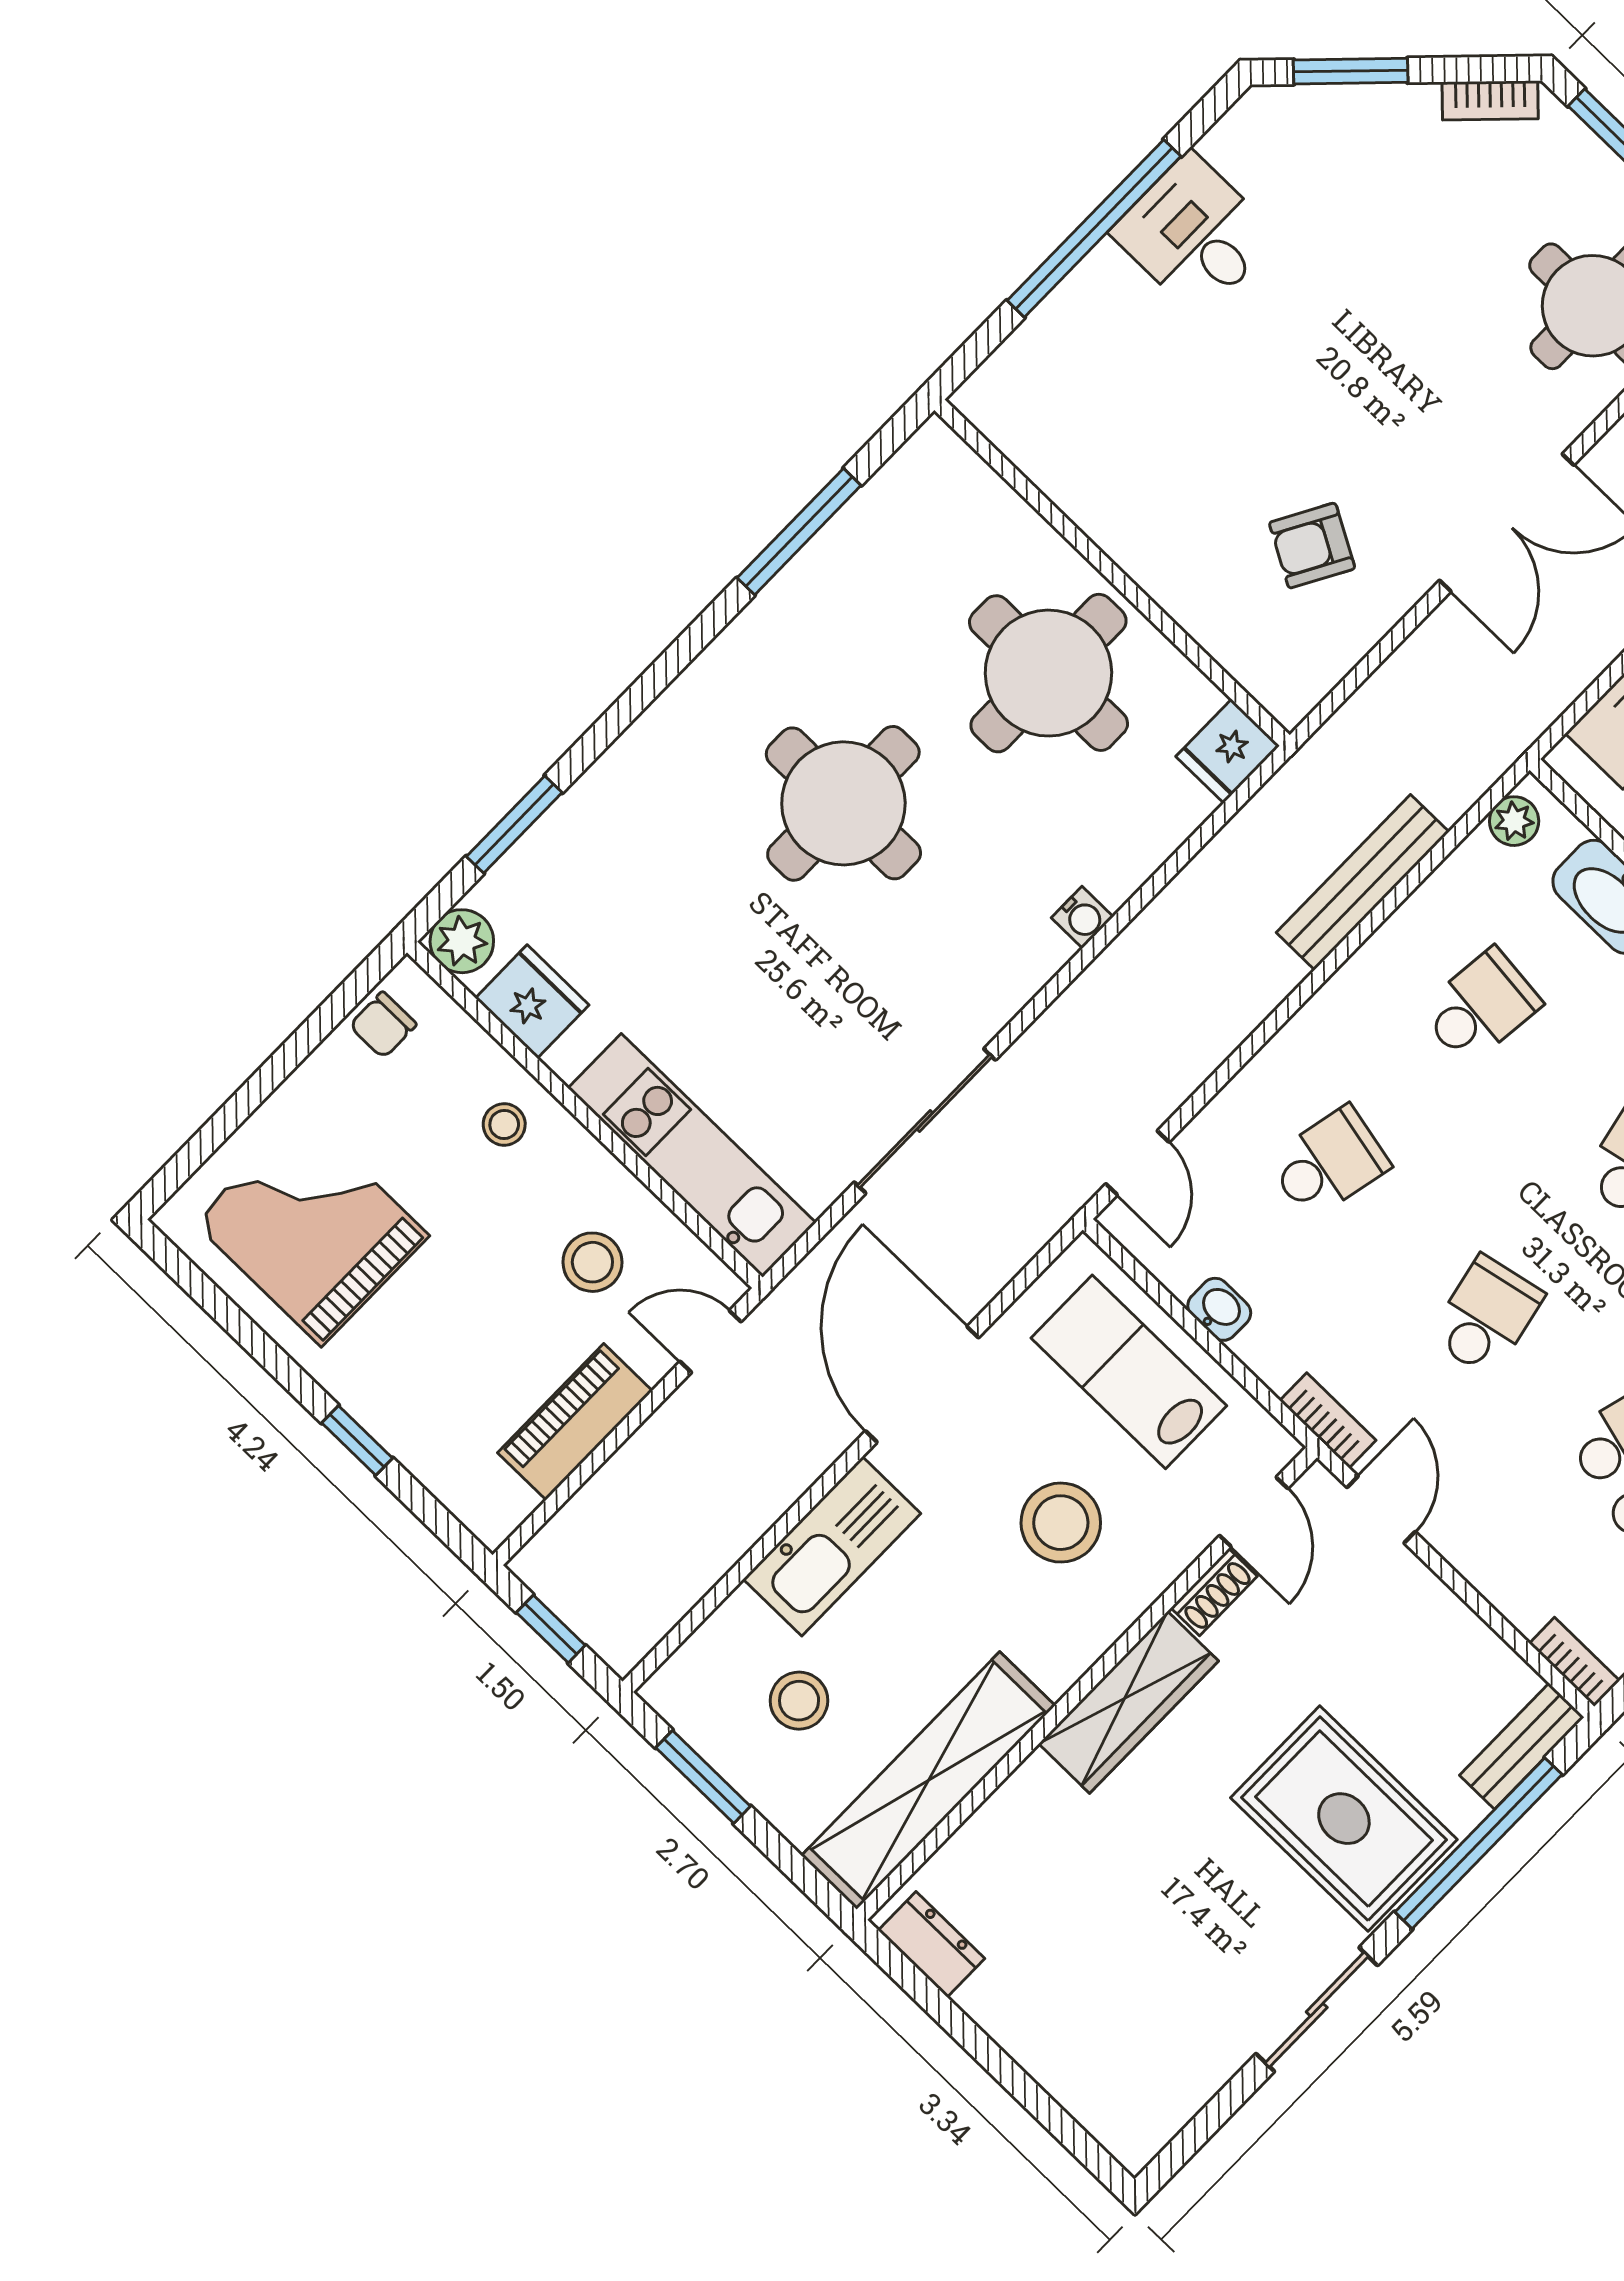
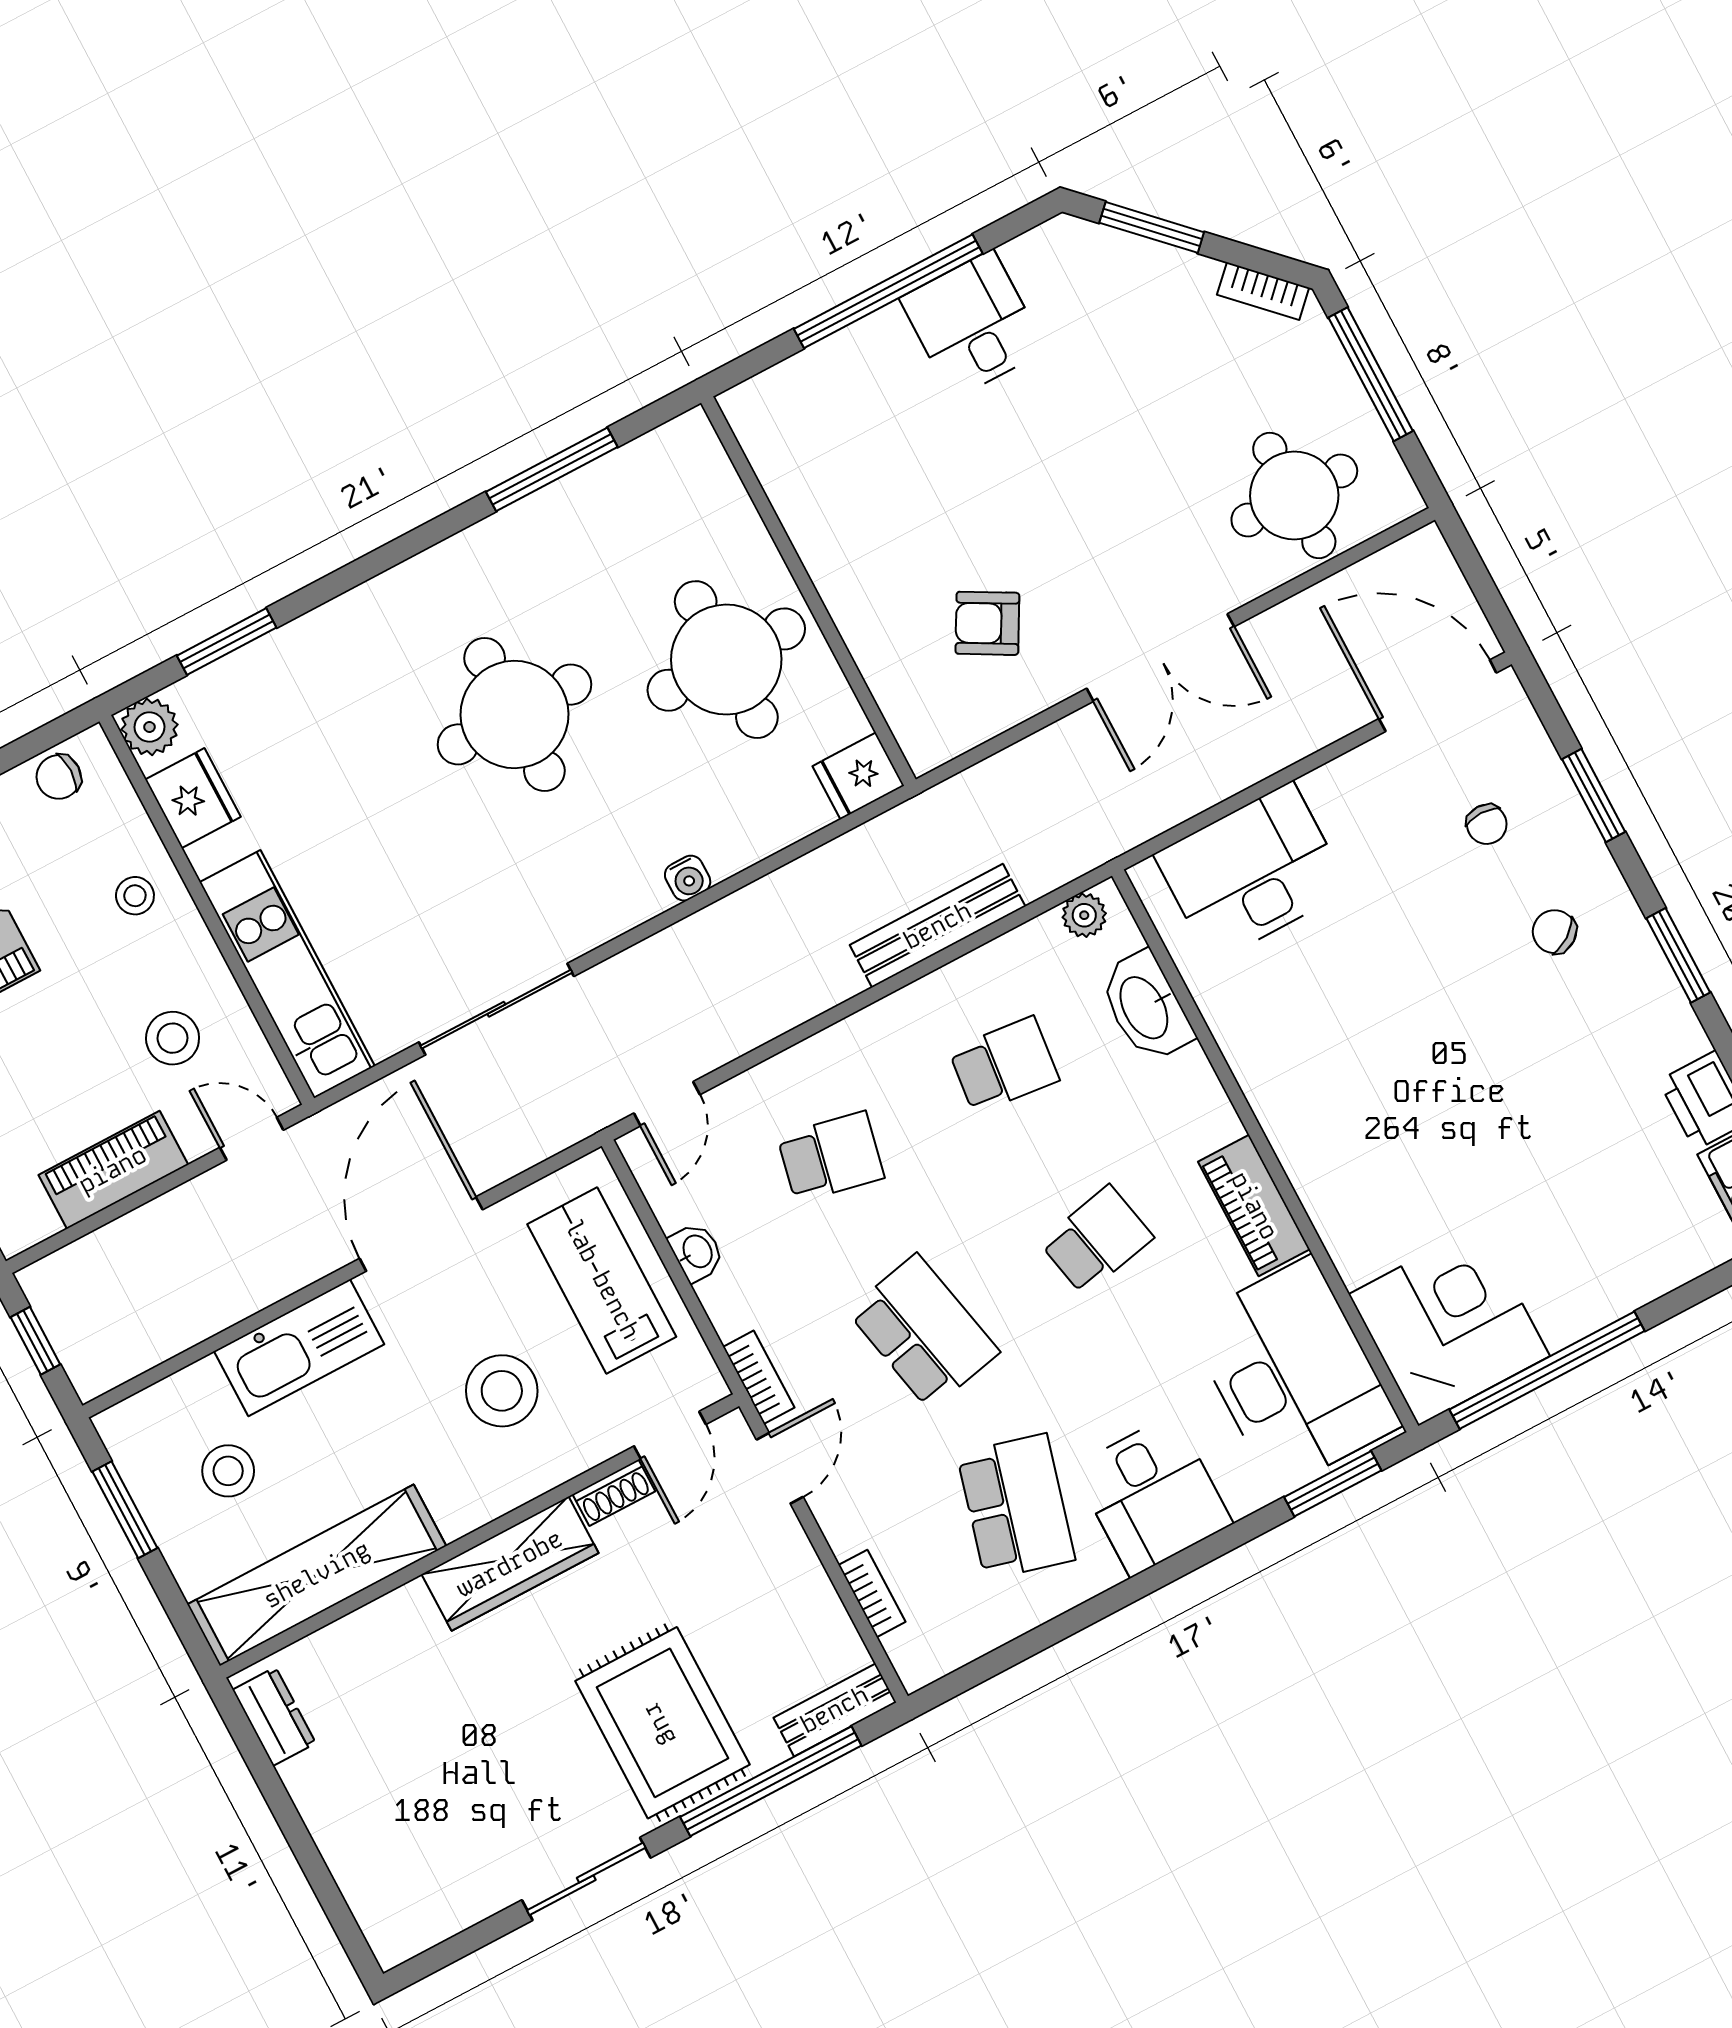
school desk: (1486, 1316) -> (923, 1332), width x1.85
bookcase: (1574, 1662) -> (872, 1593), moved

